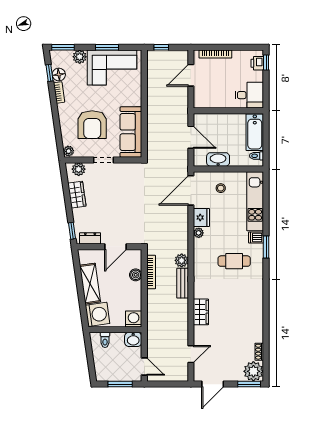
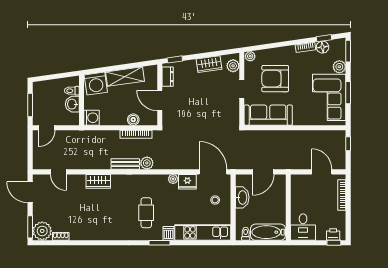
washbasin: (133, 339) -> (72, 104), moved

